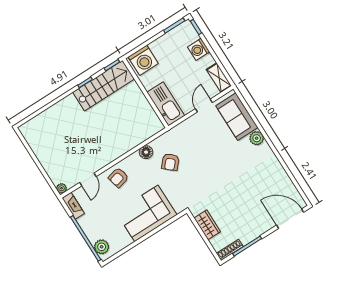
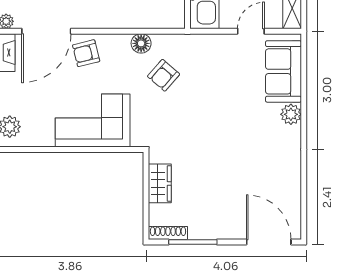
door: (88, 179) -> (46, 31), width x1.88

